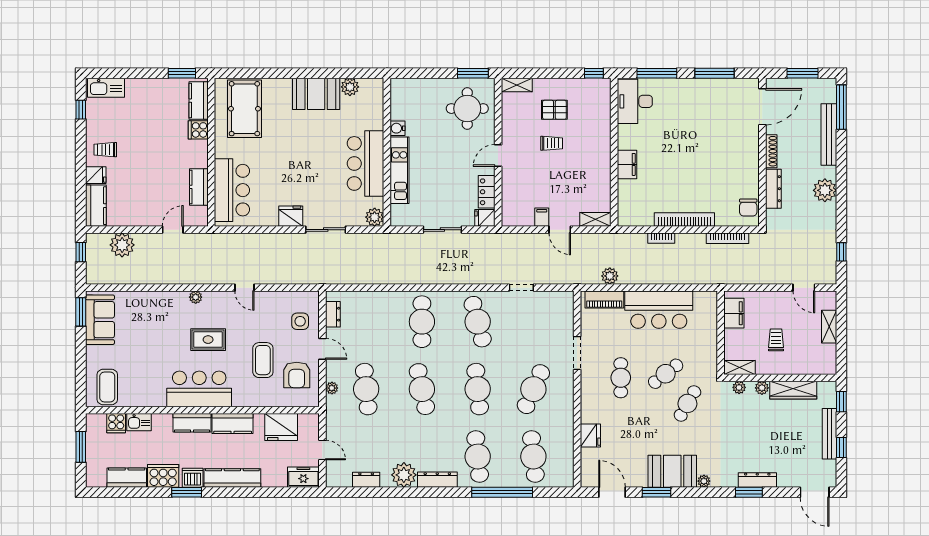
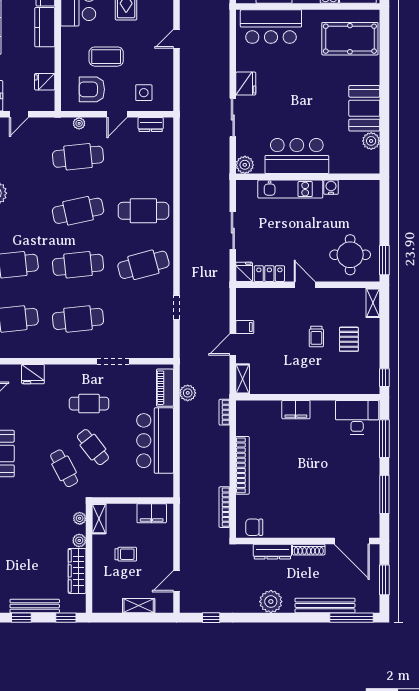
bookcase: (661, 238) -> (224, 412), moved
cafe table: (533, 389) -> (78, 319), turned -30
cafe table: (687, 403) -> (64, 468), turned 32
fridge: (281, 427) -> (45, 82), width x0.53, depth x0.75

